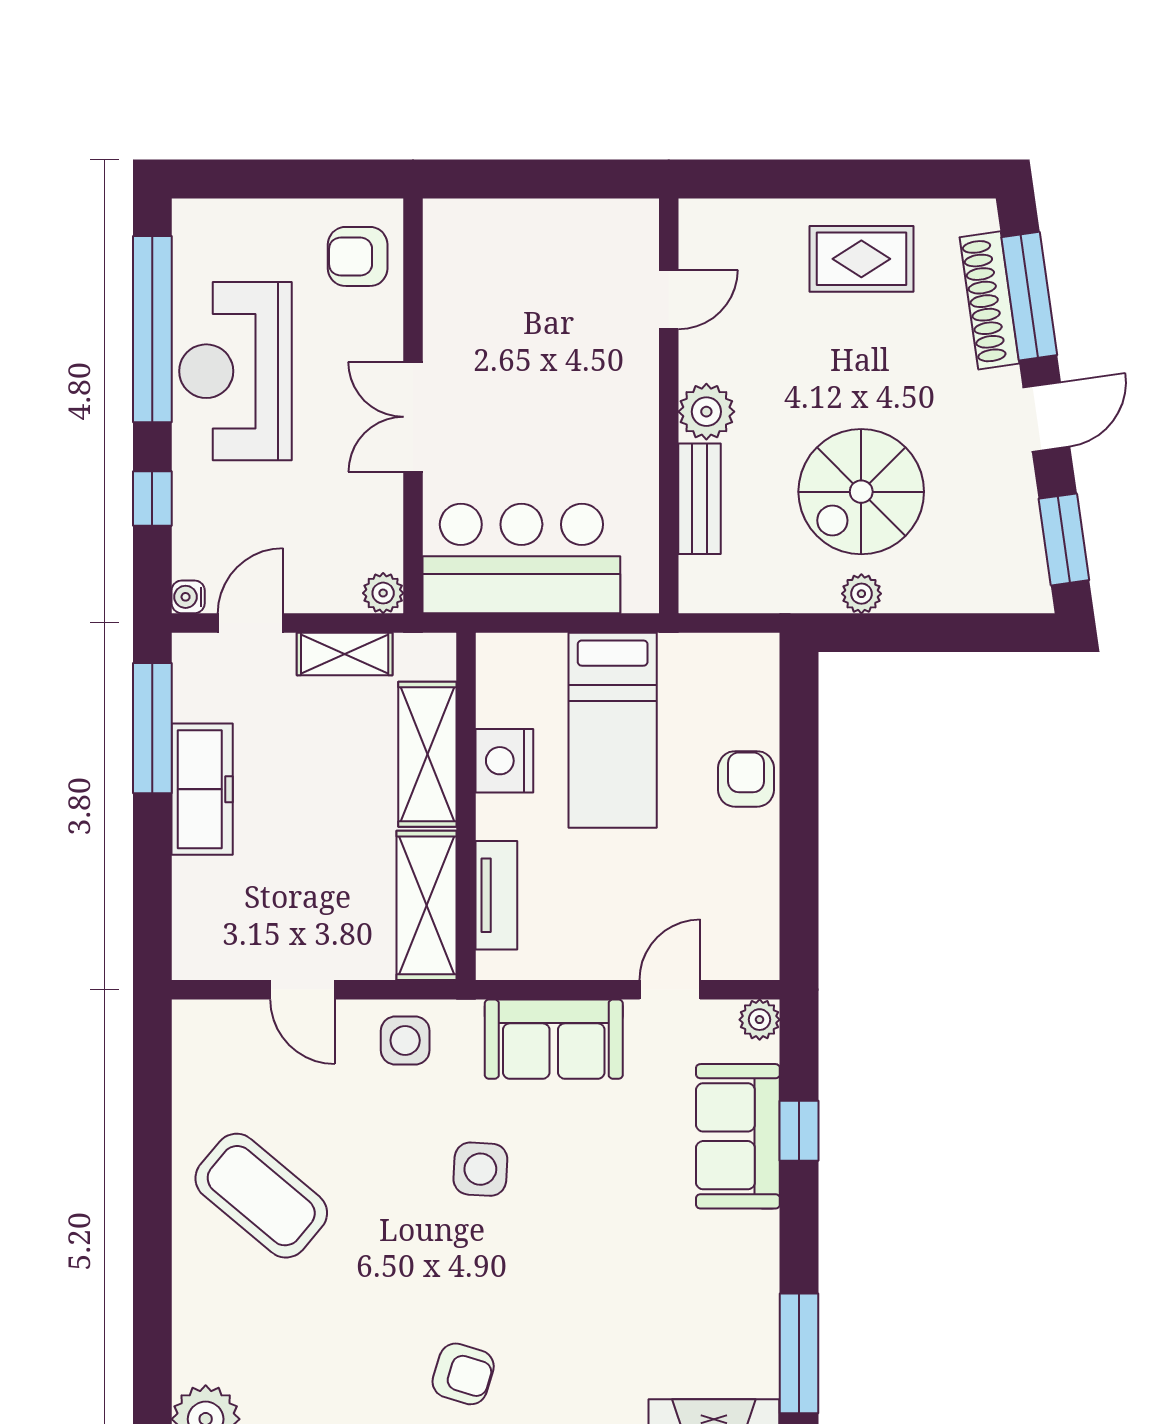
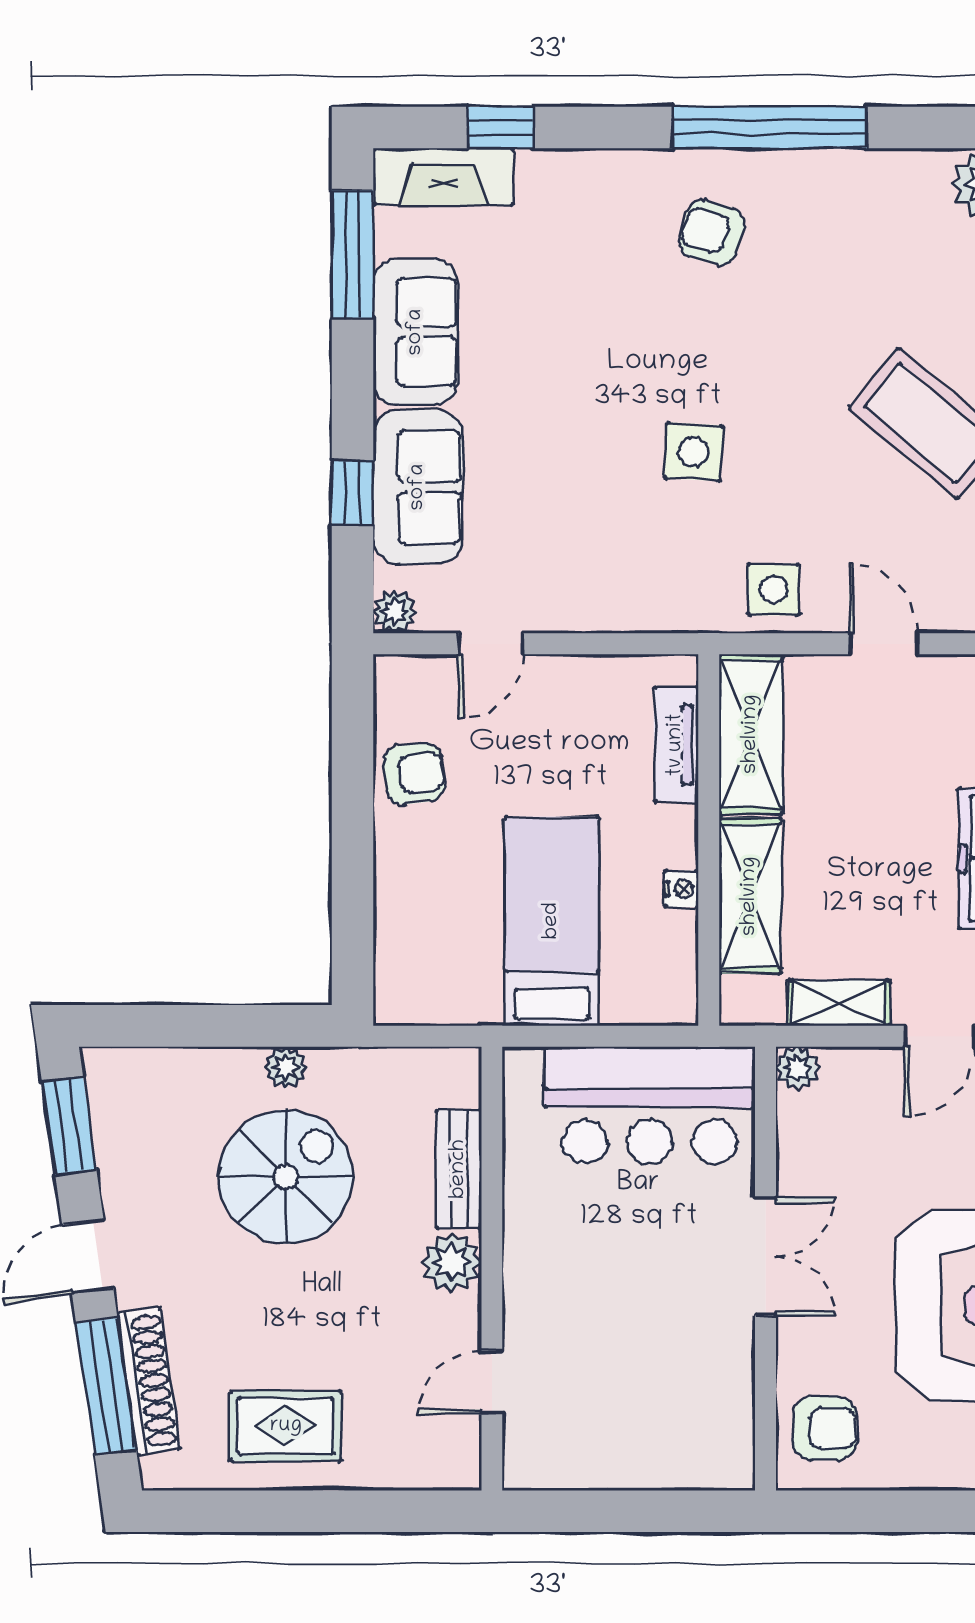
nightstand: (504, 761) -> (681, 889), width x0.53, depth x0.56
armchair: (746, 779) -> (414, 774), moved, turned -97
sofa: (554, 1039) -> (416, 332), moved, turned 90

